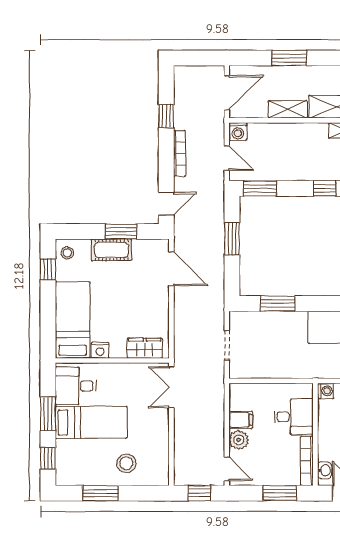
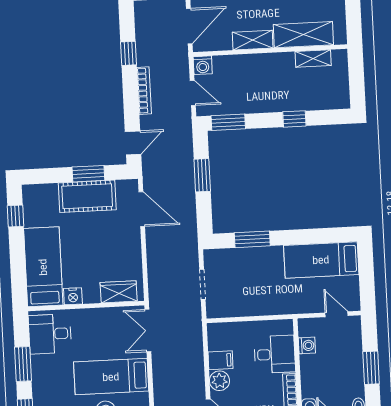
cot: (111, 250) -> (87, 196), width x1.37, depth x1.34
stool: (67, 253) -> (34, 198), removed
washing machine: (326, 391) -> (307, 345), moved
bed: (91, 422) -> (111, 377), moved, turned 180

